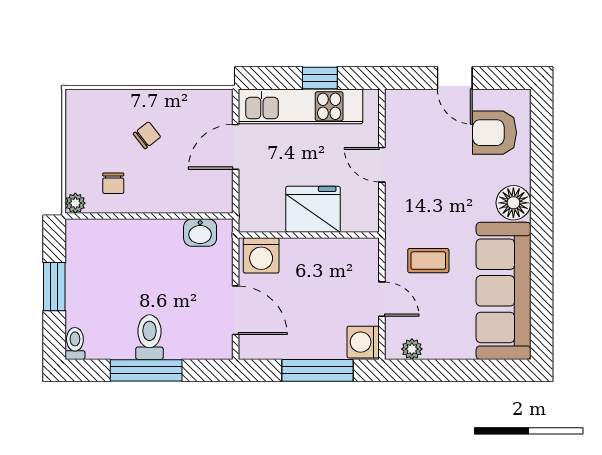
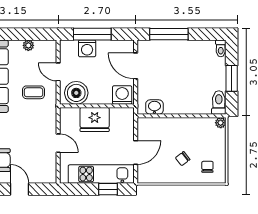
window: (320, 78) -> (108, 189), moved
chair: (113, 183) -> (207, 167), moved
boiler: (348, 259) -> (76, 93), added
toilet: (149, 337) -> (219, 103), moved, turned 180
washing machine: (363, 342) -> (87, 48), moved, turned 90
plant: (412, 349) -> (28, 45), moved
window: (146, 370) -> (169, 34), moved

